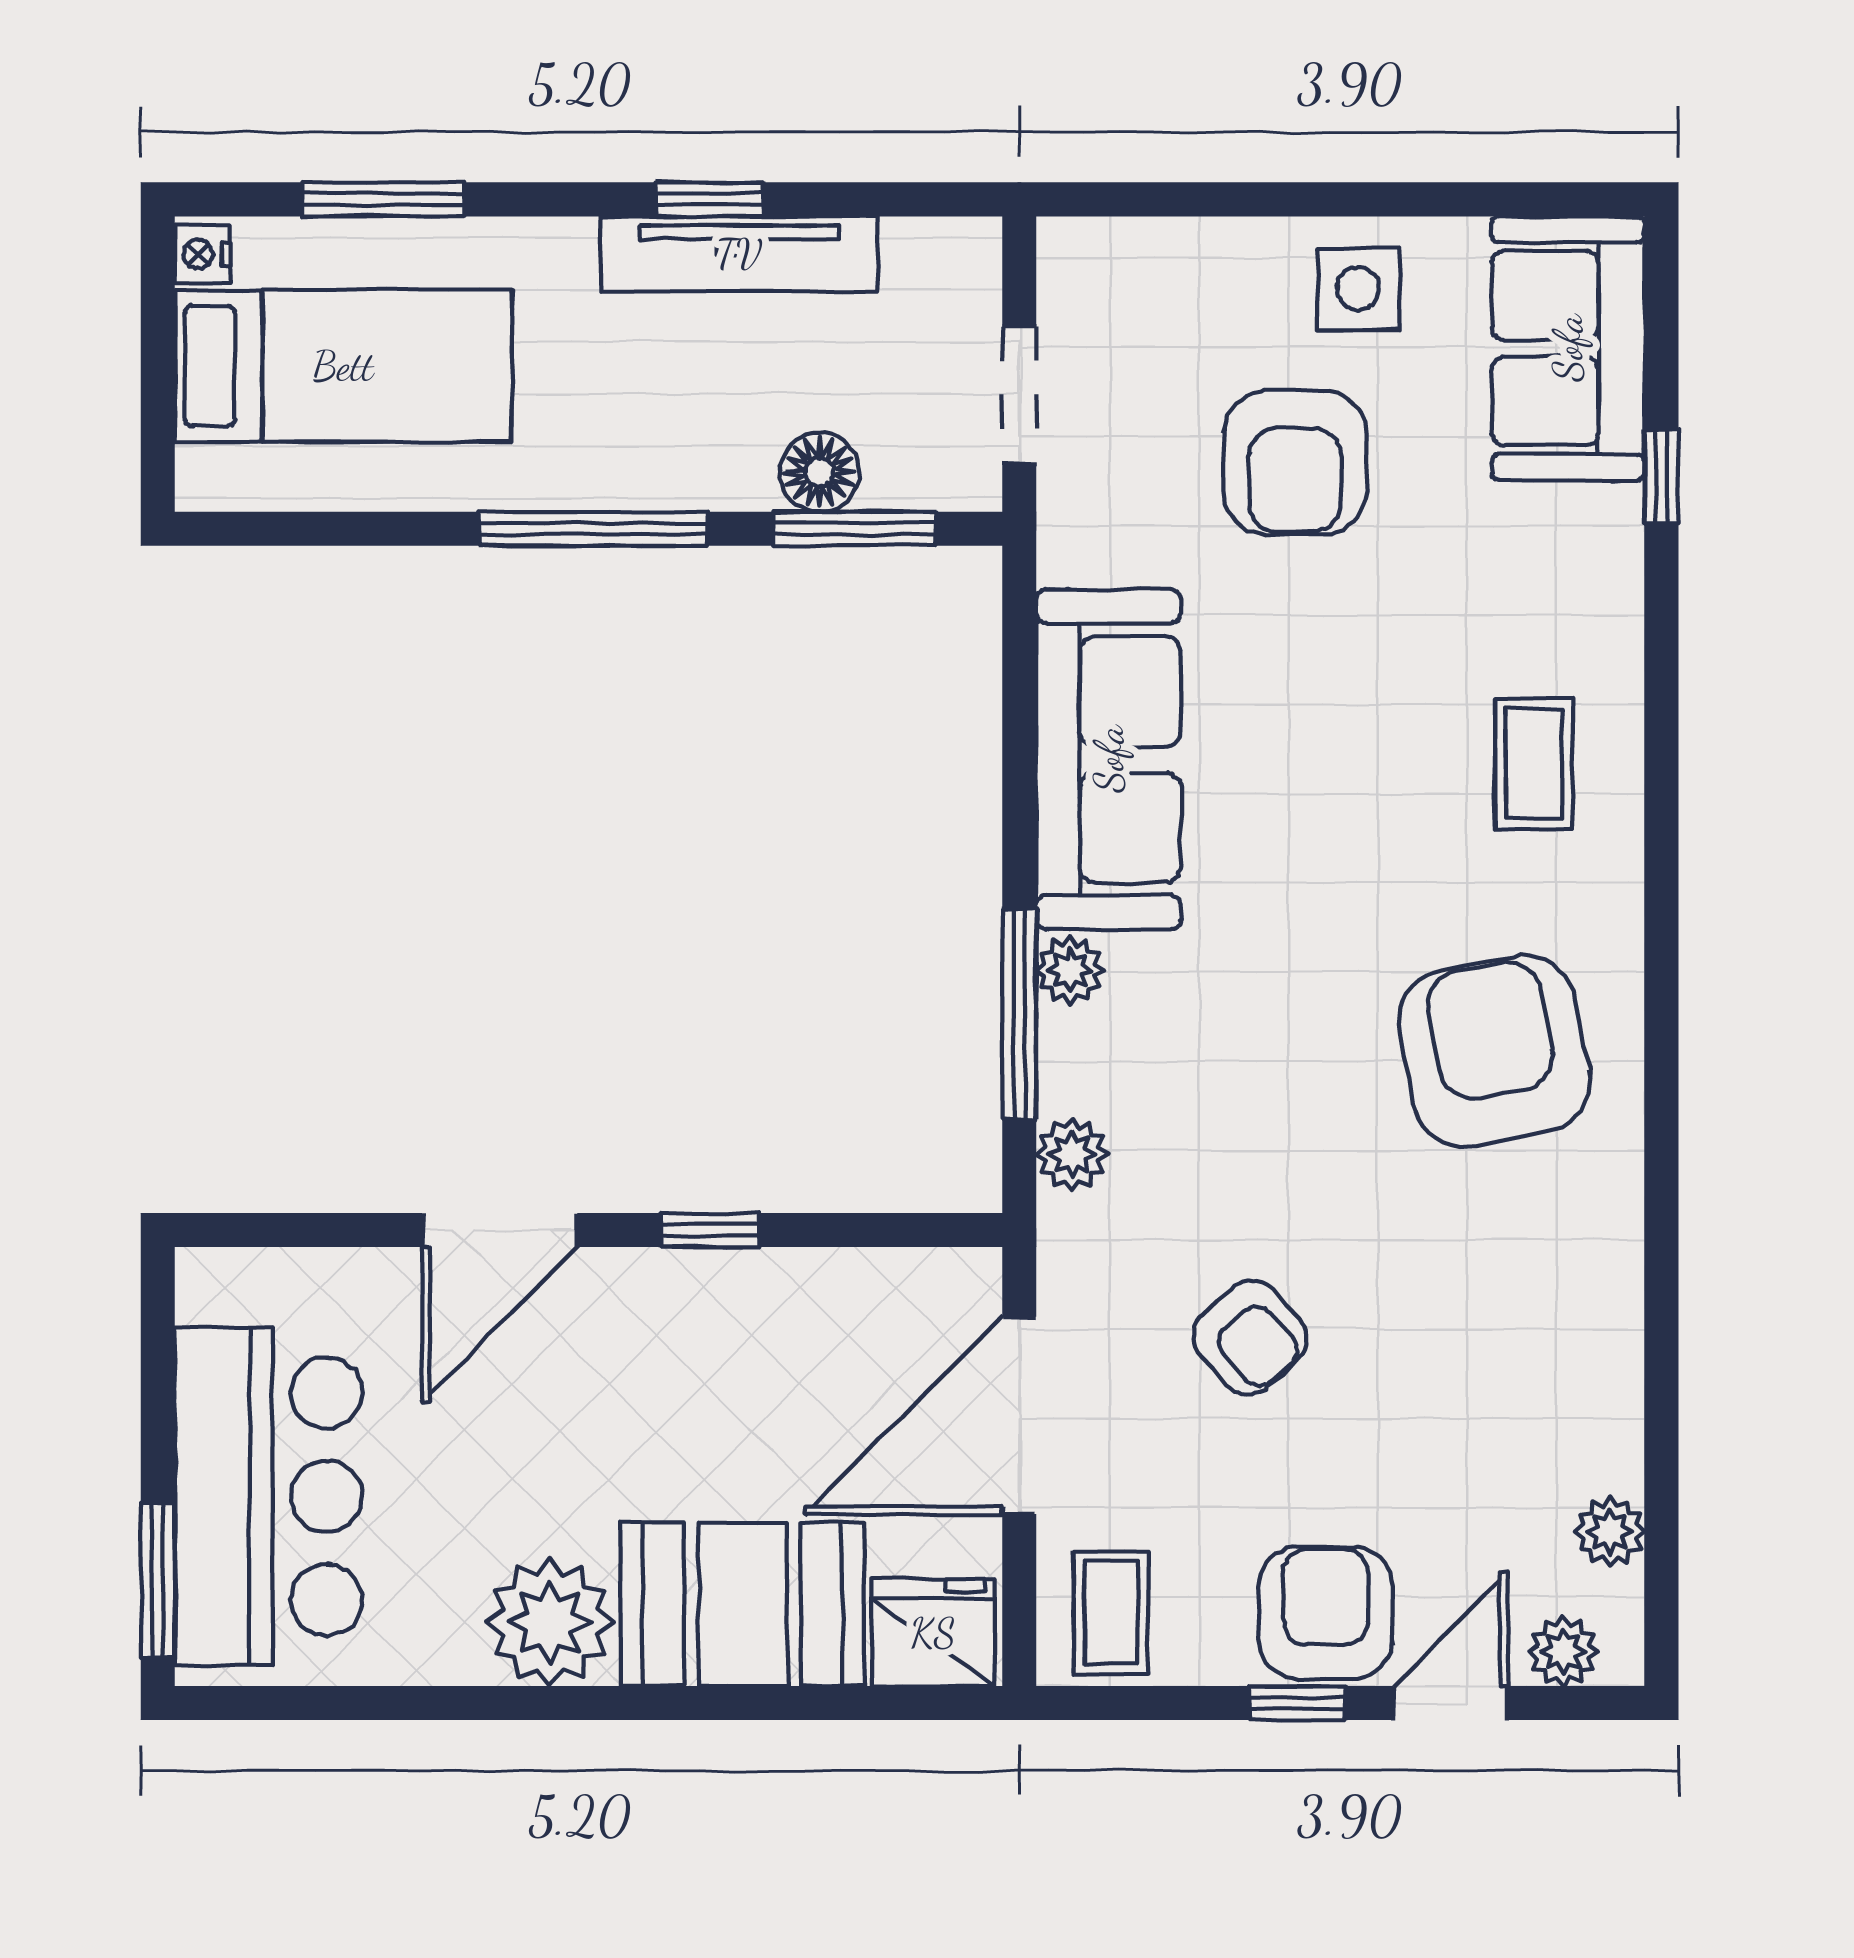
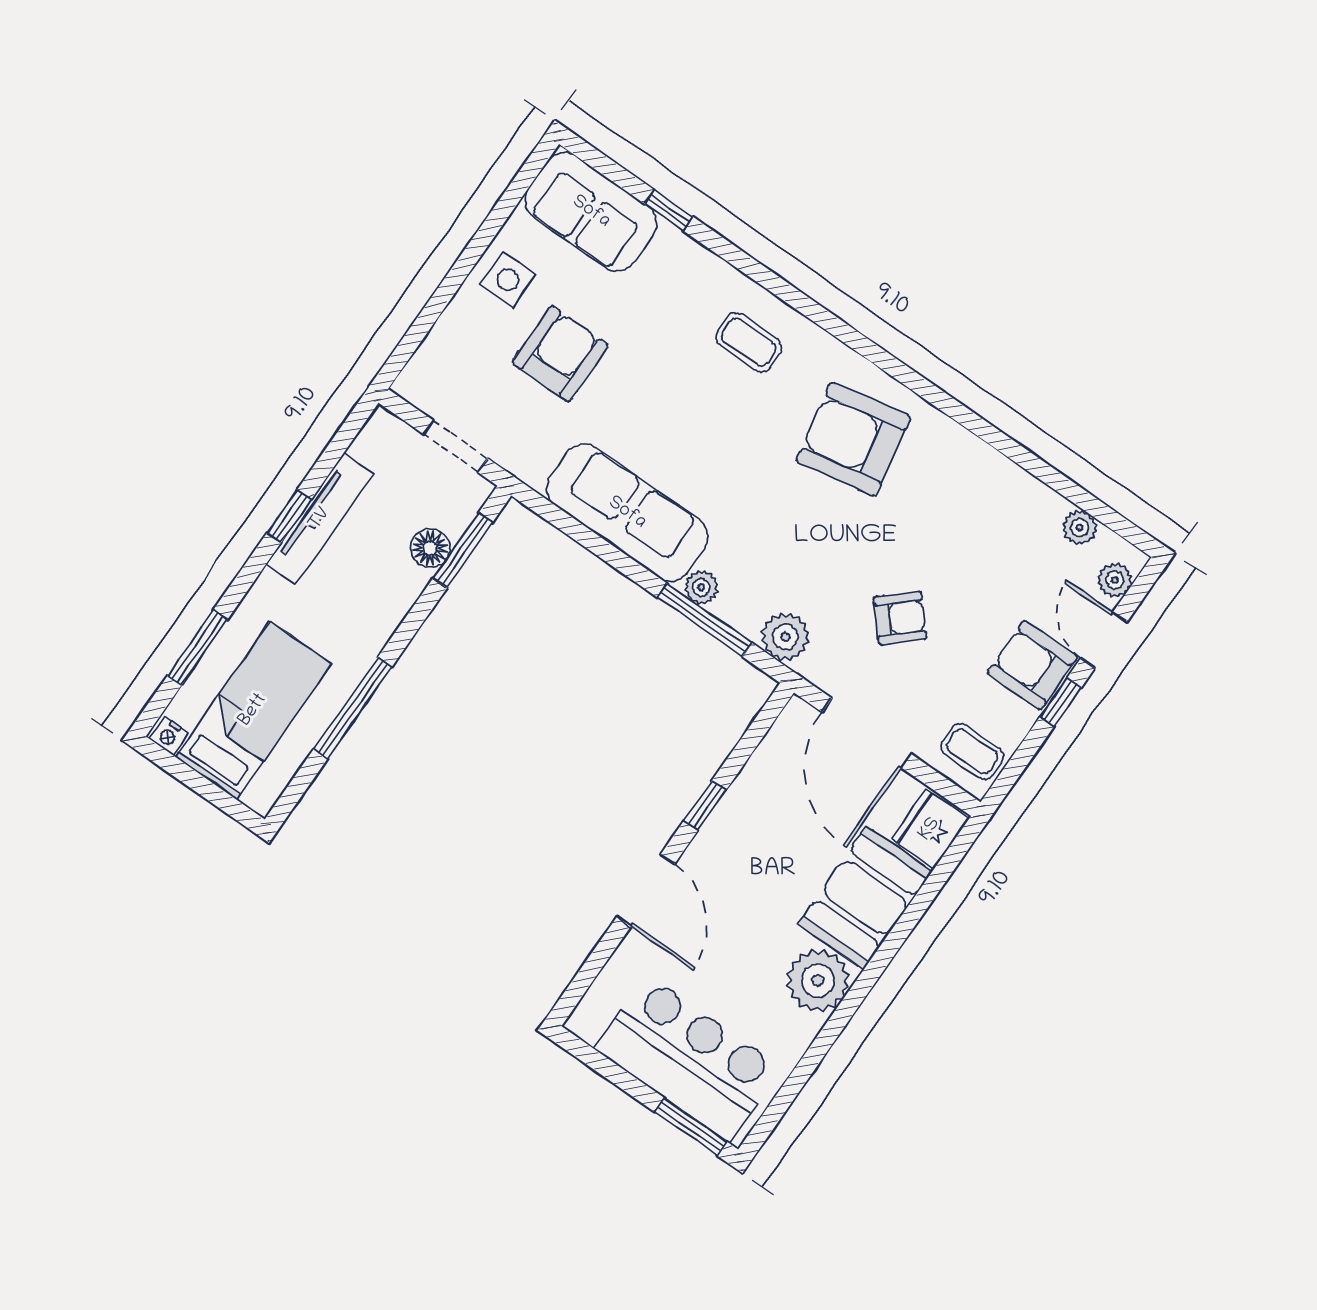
armchair: (1295, 463) -> (560, 354), turned -90
window: (593, 529) -> (353, 708), moved
plant: (1072, 1154) -> (785, 637), width x1.38, depth x1.38

